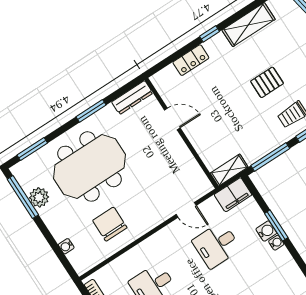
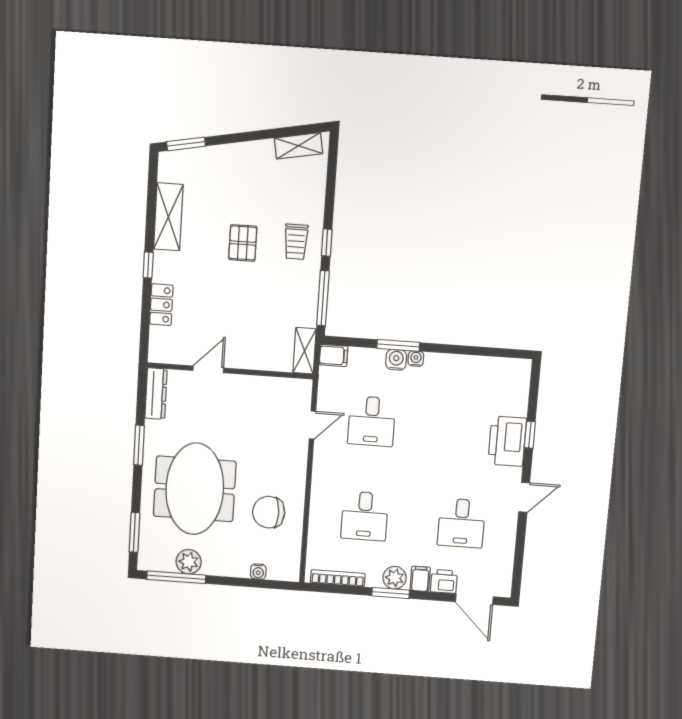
filing cabinet: (233, 195) -> (334, 356), width x0.50

